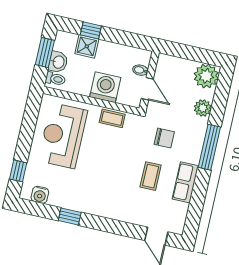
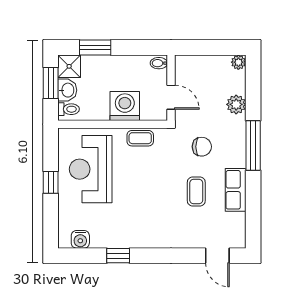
window: (91, 30) -> (95, 48), width x1.50
shower: (87, 46) -> (69, 66), moved
bidet: (140, 70) -> (159, 63), moved
plant: (206, 76) -> (238, 62), width x0.53, depth x0.53
window: (18, 171) -> (51, 182), moved

